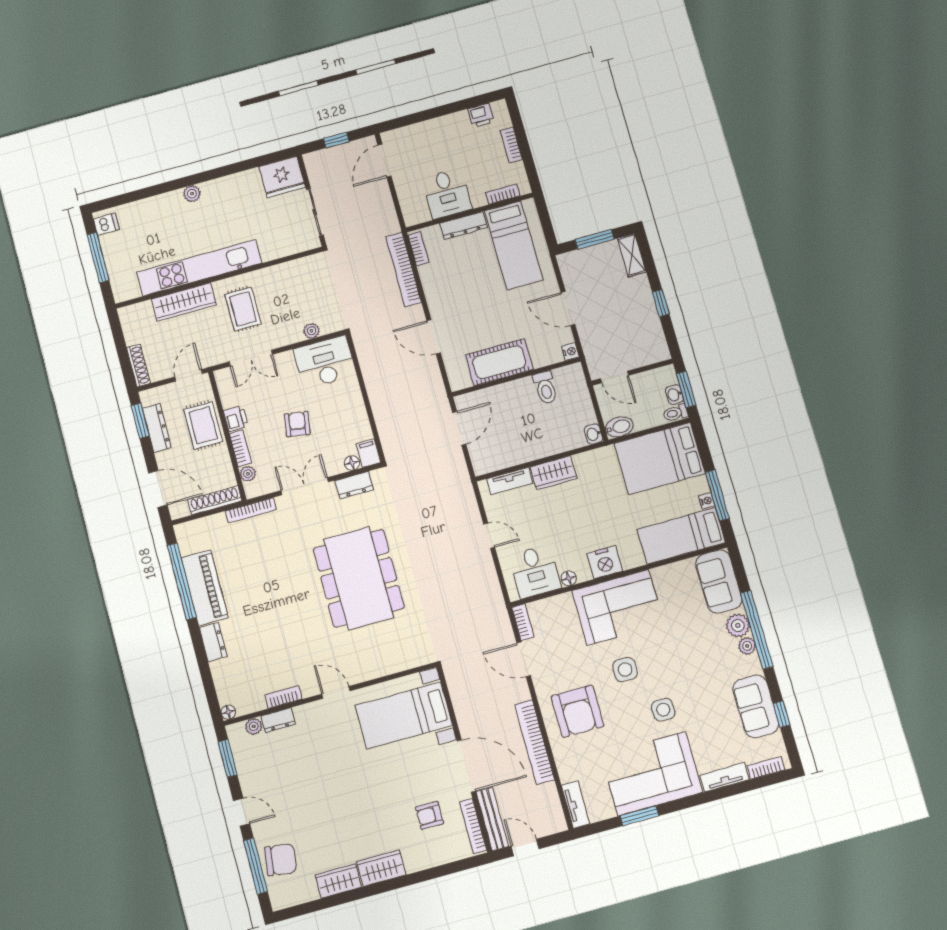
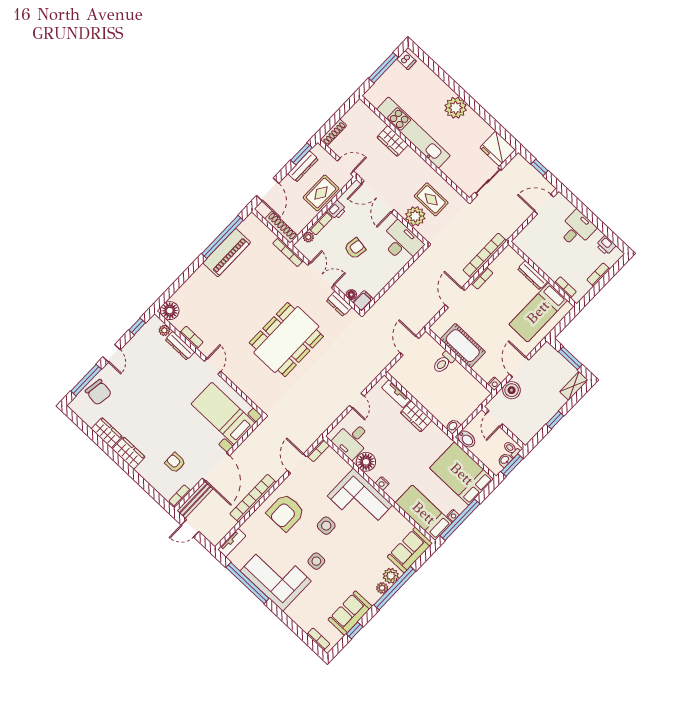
plant: (192, 194) -> (456, 108), width x1.88, depth x1.88
desk: (447, 194) -> (577, 229), moved, turned 180
bookcase: (418, 249) -> (482, 278), moved
wardrobe: (184, 302) -> (393, 141), width x0.67
rug: (243, 309) -> (431, 199), moved, turned 90
plant: (312, 331) -> (415, 216), width x1.87, depth x1.87
boiler: (591, 335) -> (512, 390), added
double door: (251, 358) -> (378, 197), width x1.37
toilet: (545, 388) -> (444, 362), moved
toilet: (676, 413) -> (511, 449), moved
door: (459, 428) -> (409, 345), swing flipped
window: (717, 495) -> (460, 520), width x1.46
nightstand: (605, 562) -> (382, 483), width x0.53, depth x0.56
floor lamp: (569, 578) -> (366, 462), width x1.89, depth x1.89
dresser: (213, 642) -> (198, 277), removed
floor lamp: (228, 712) -> (170, 311), width x1.89, depth x1.89
dresser: (278, 720) -> (180, 346), width x1.44
window: (228, 758) -> (137, 326), width x0.67
tv unit: (724, 777) -> (299, 619), removed
window: (639, 816) -> (247, 583), width x2.11
bookcase: (473, 826) -> (180, 496), width x0.64
door: (525, 848) -> (190, 528), swing flipped

